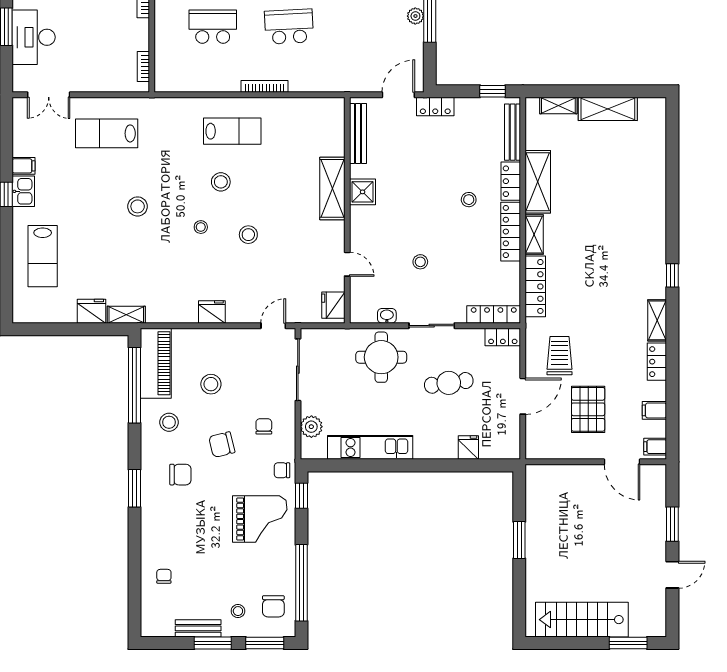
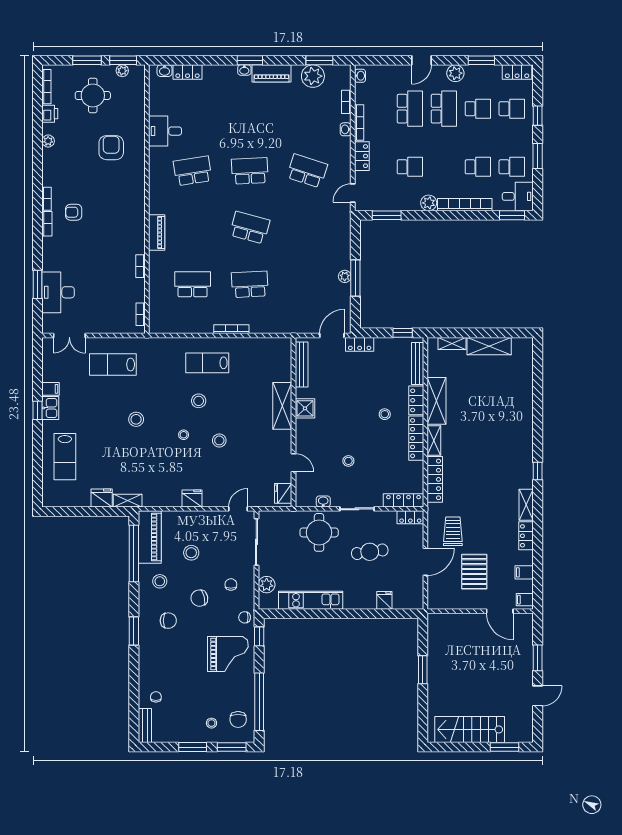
lab bench: (232, 131) -> (207, 363), turned 180
bench: (198, 628) -> (145, 726), moved, turned 90

